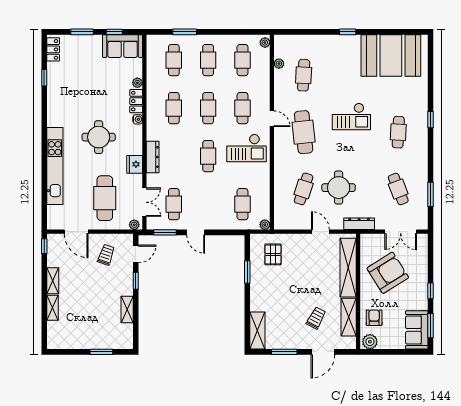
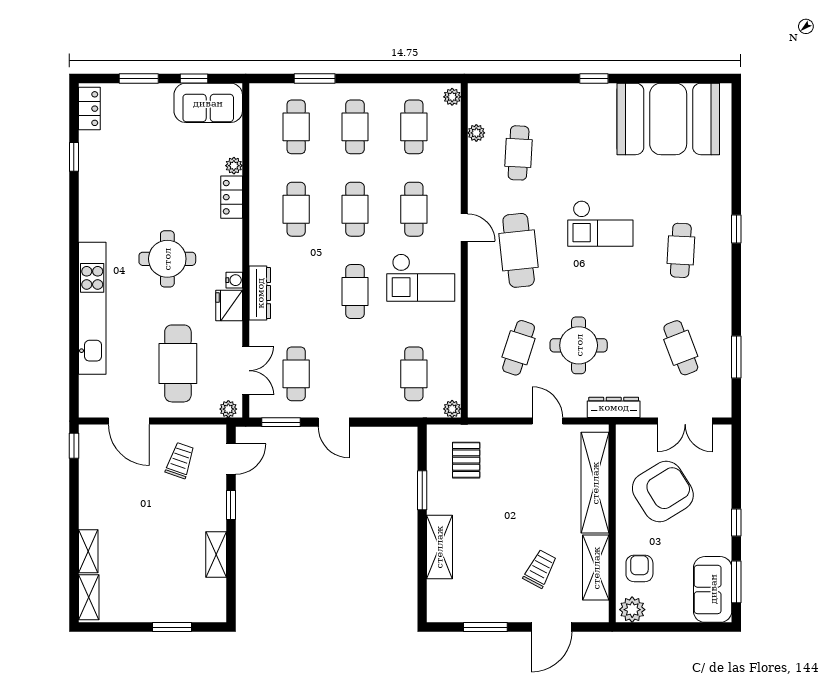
water cooler: (138, 119) -> (234, 280), moved
shelving: (53, 281) -> (89, 597), moved
shelving: (257, 331) -> (439, 547), moved

